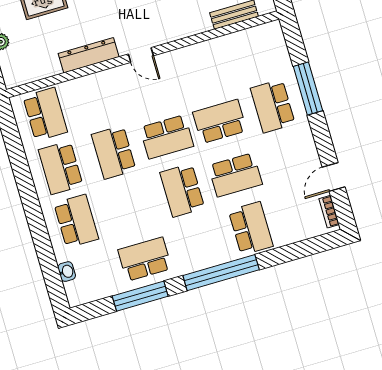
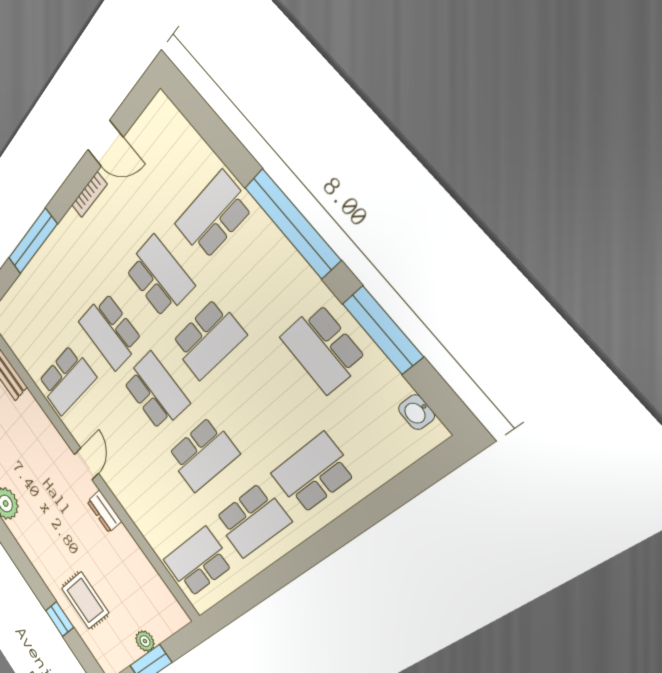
dresser: (89, 55) -> (104, 511), width x0.51, depth x0.80
school desk: (273, 106) -> (67, 380), moved
bookcase: (329, 212) -> (89, 195), moved
washbasin: (67, 272) -> (416, 412), moved, turned -90

